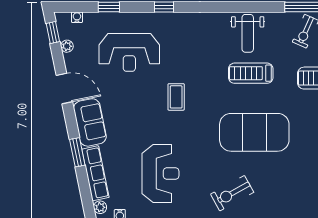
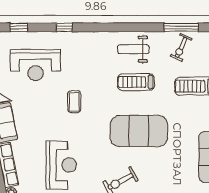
weight bench: (248, 33) -> (133, 49), turned 90

